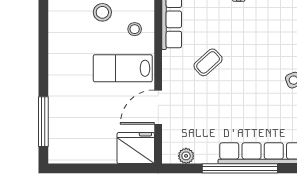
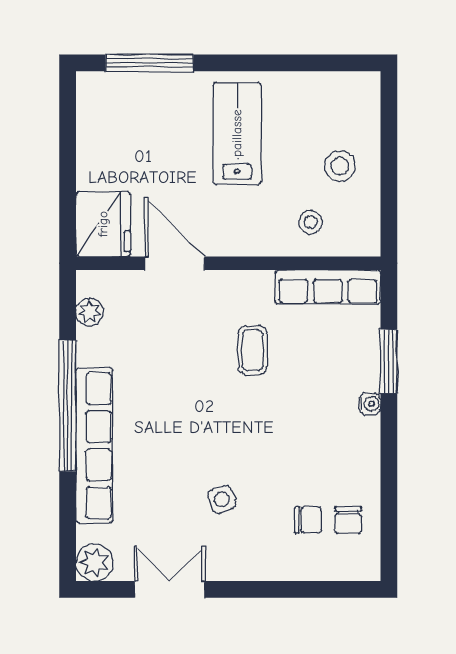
coffee table: (208, 62) -> (253, 350), turned 42
lab bench: (123, 68) -> (237, 133), moved

